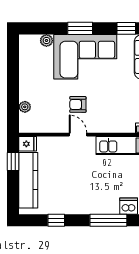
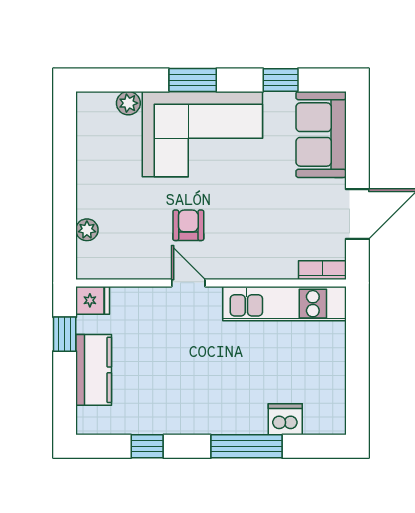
armchair: (78, 104) -> (188, 225), turned 90
kitchen counter: (28, 180) -> (94, 370), width x0.67

